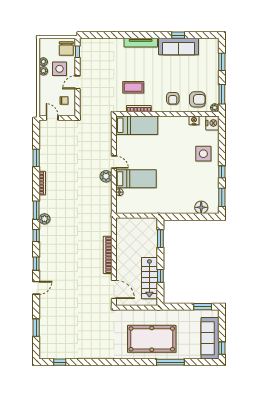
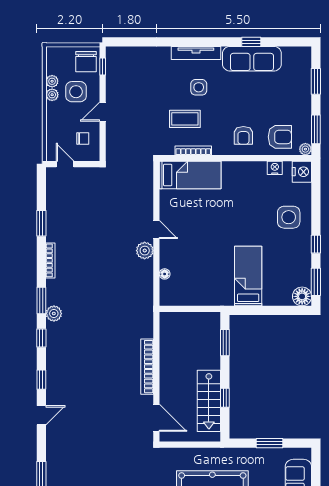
side table: (143, 66) -> (199, 87), added
bed: (136, 179) -> (248, 276), moved, turned -90
floor lamp: (201, 207) -> (302, 296), moved
window: (203, 307) -> (269, 443), moved

